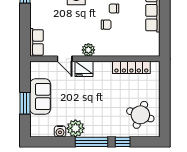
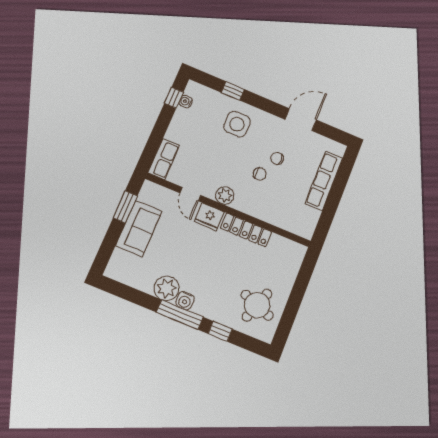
locker: (131, 67) -> (246, 230), moved
window: (25, 103) -> (125, 207), moved
water cooler: (60, 131) -> (185, 301), moved

